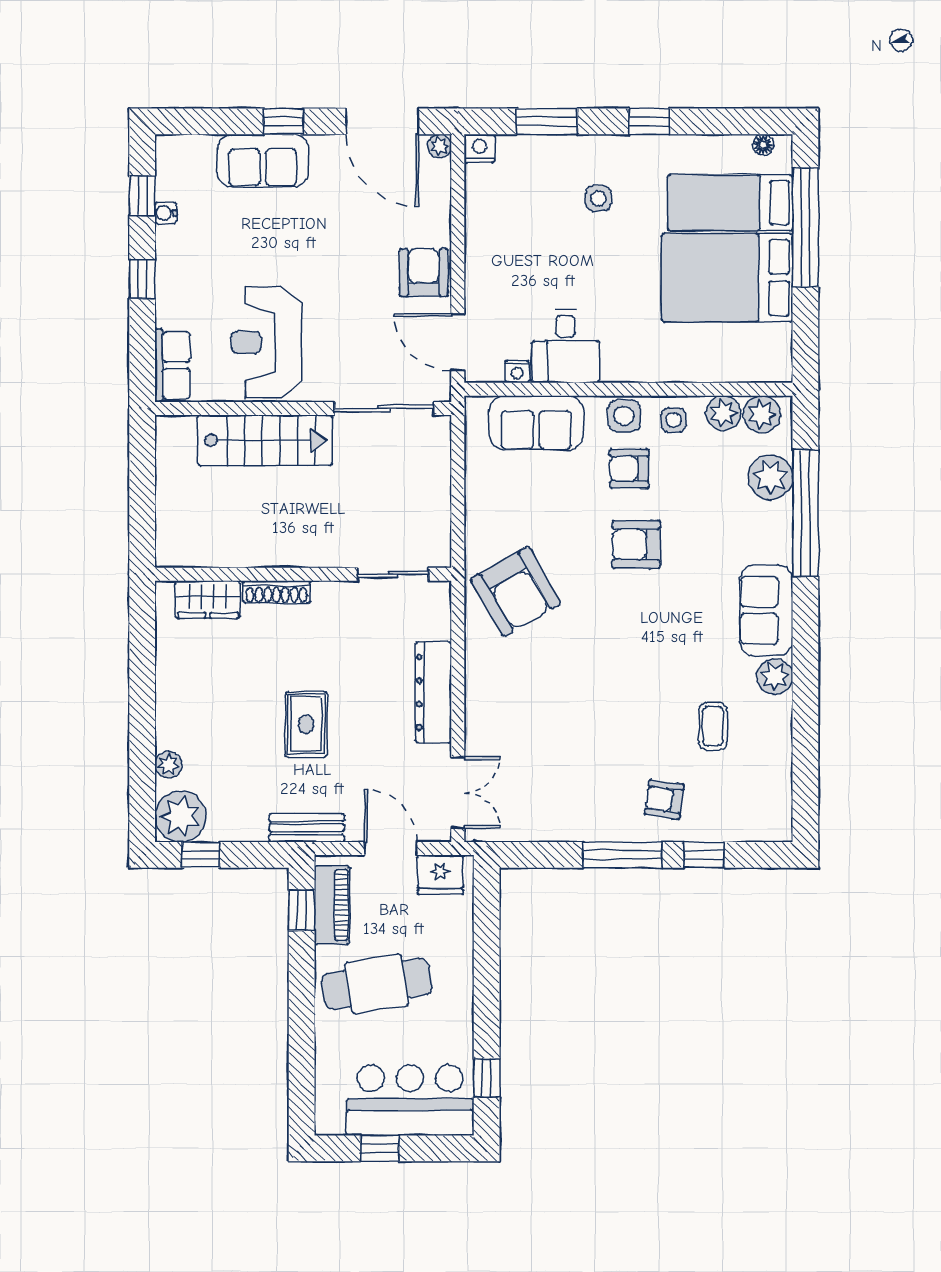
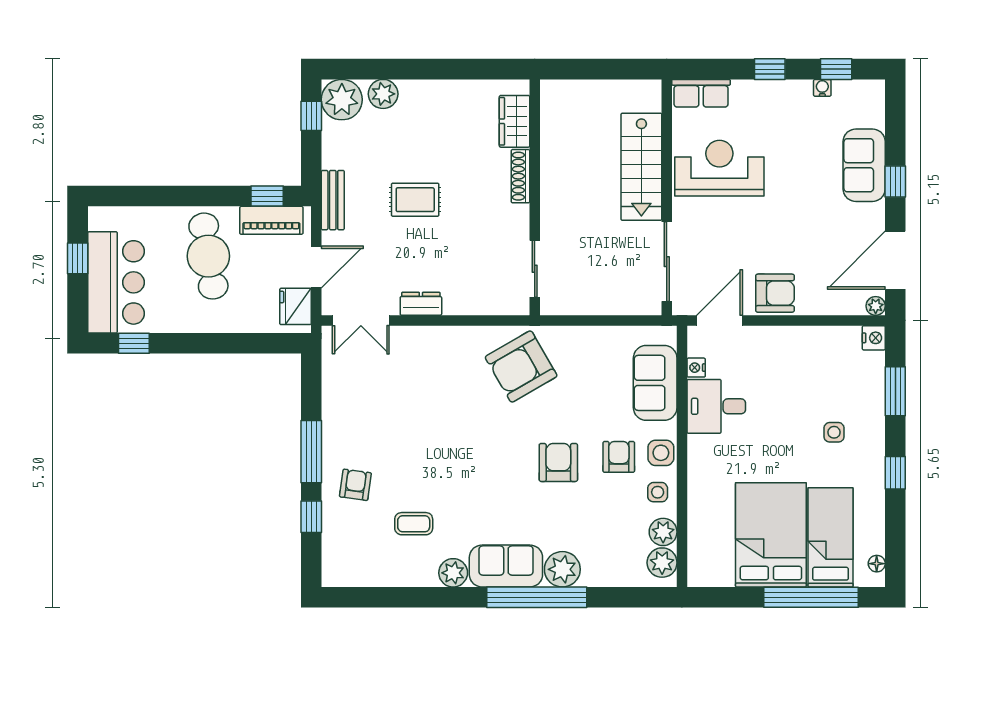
plant: (770, 477) -> (562, 569), moved
window: (805, 513) -> (537, 597), moved
dresser: (433, 692) -> (421, 304), width x0.51, depth x0.80
plant: (168, 765) -> (383, 94), width x1.38, depth x1.38

